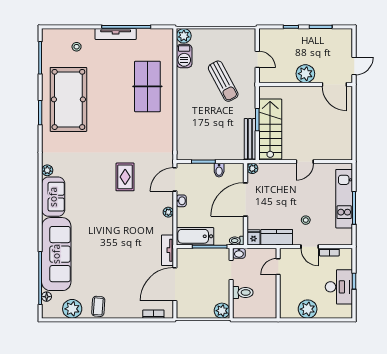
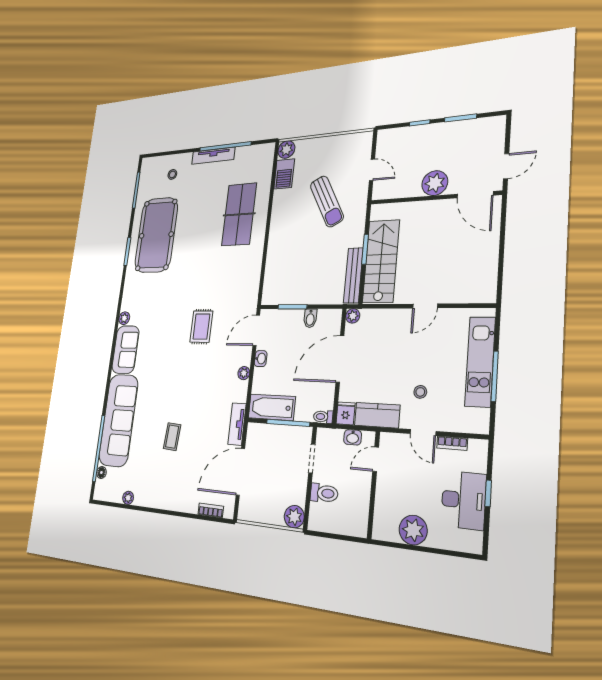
washbasin: (239, 253) -> (353, 437), moved
coffee table: (98, 306) -> (172, 437), moved
plant: (72, 309) -> (128, 498), width x0.53, depth x0.53

